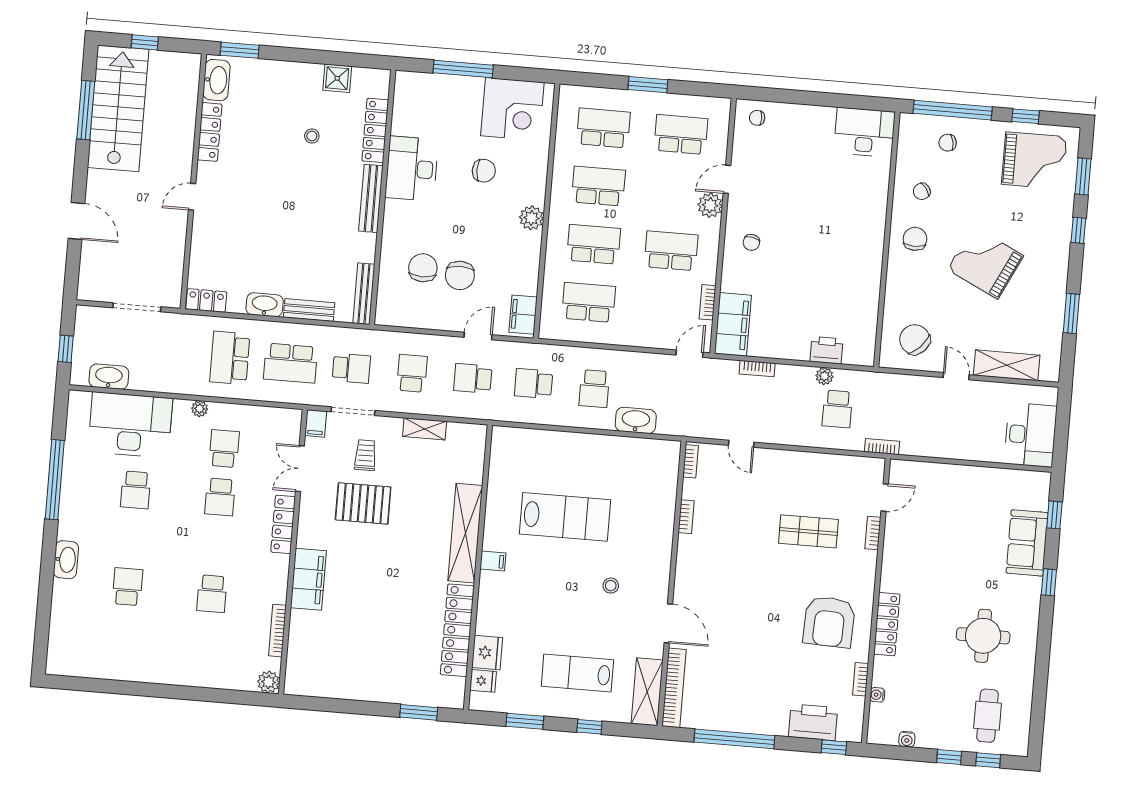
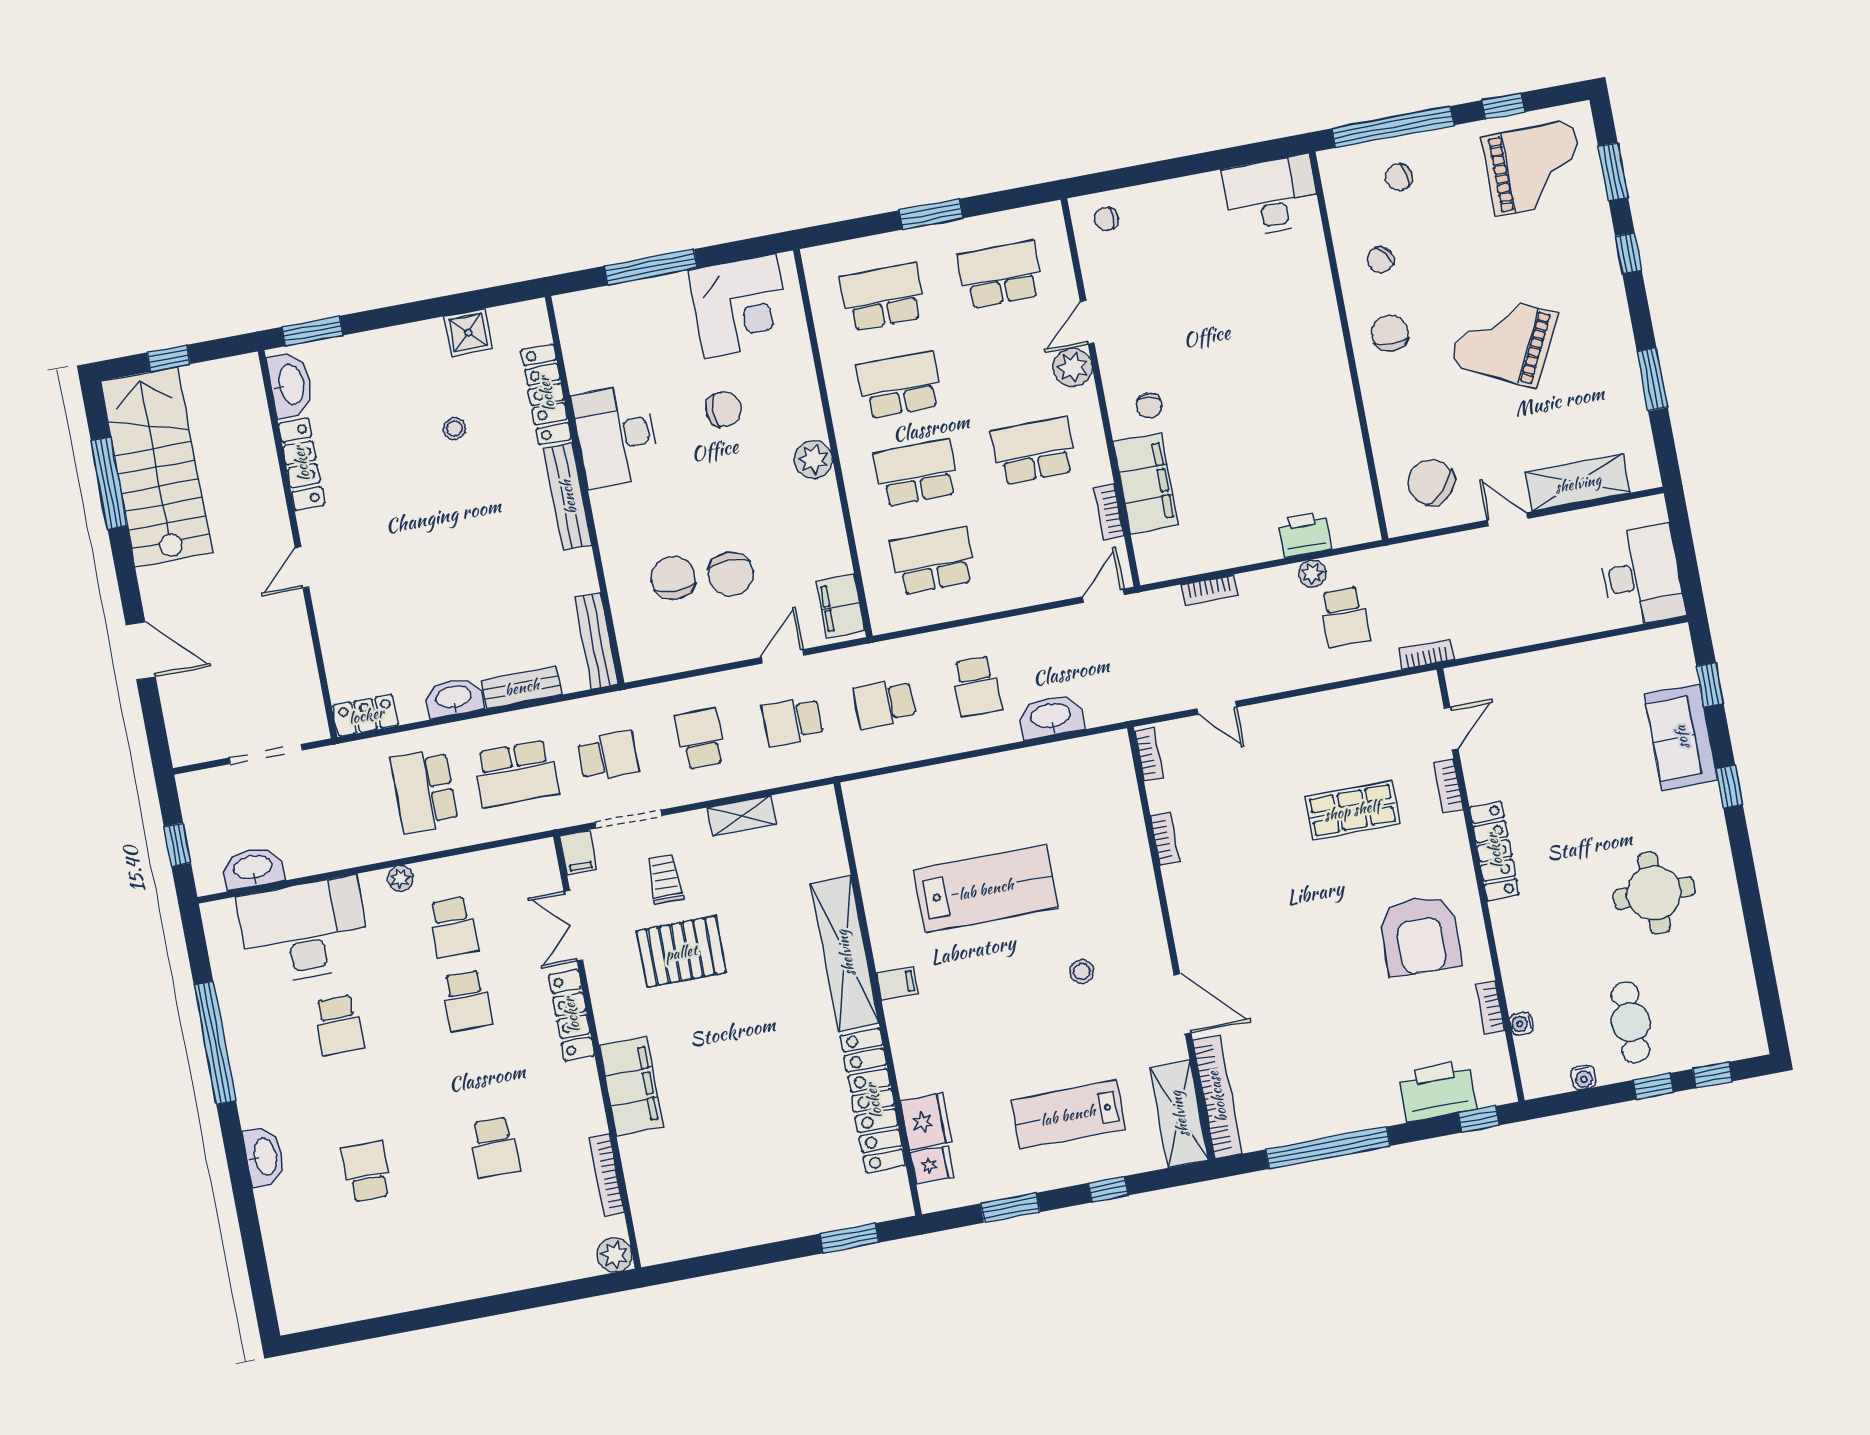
filing cabinet: (733, 324) -> (1146, 483), moved
school desk: (224, 449) -> (453, 927), turned 180
locker: (887, 624) -> (1494, 851), moved
cafe table: (988, 716) -> (1631, 1022), moved

